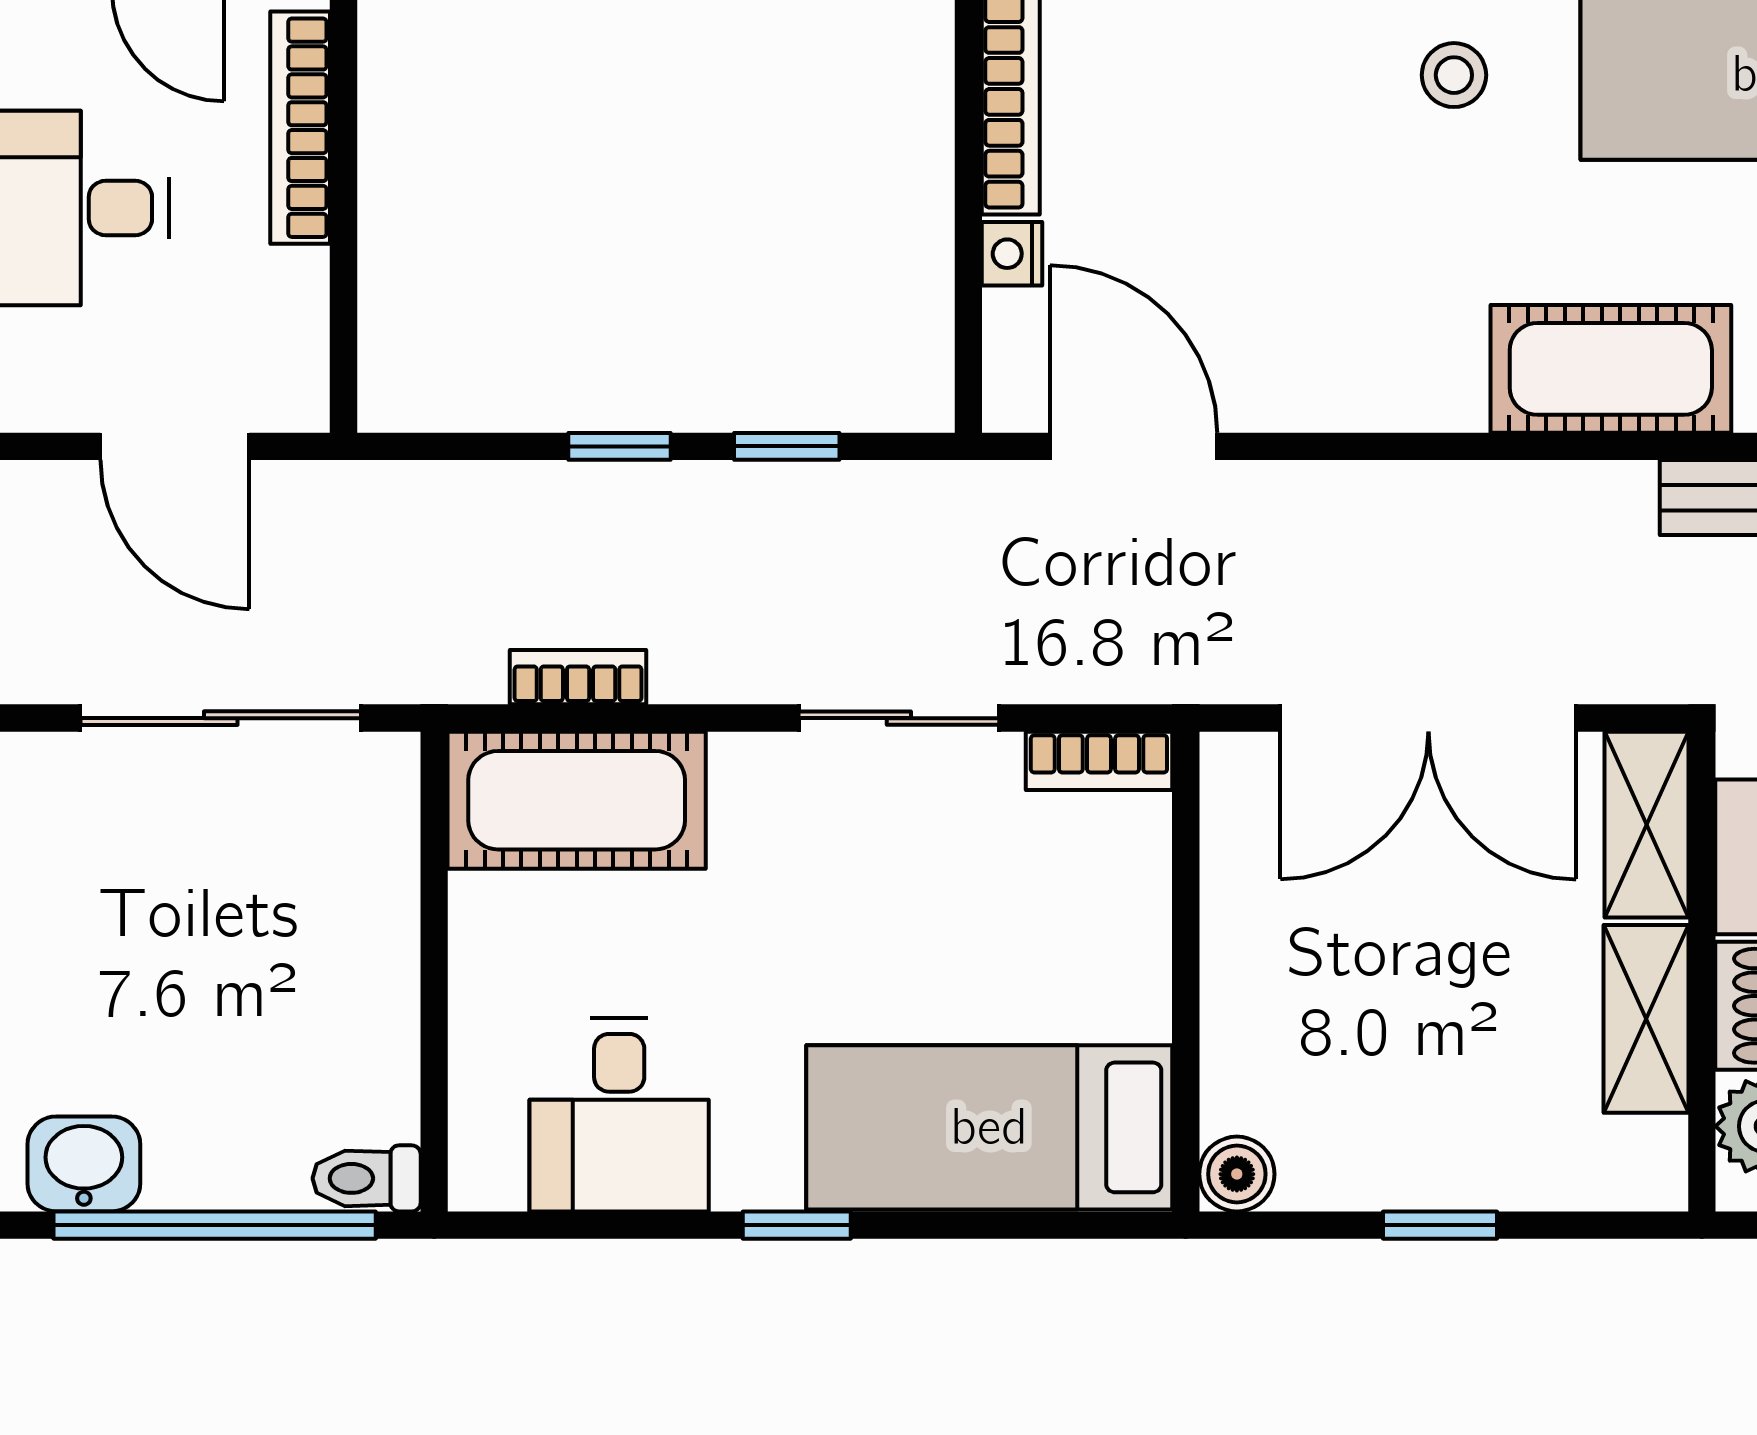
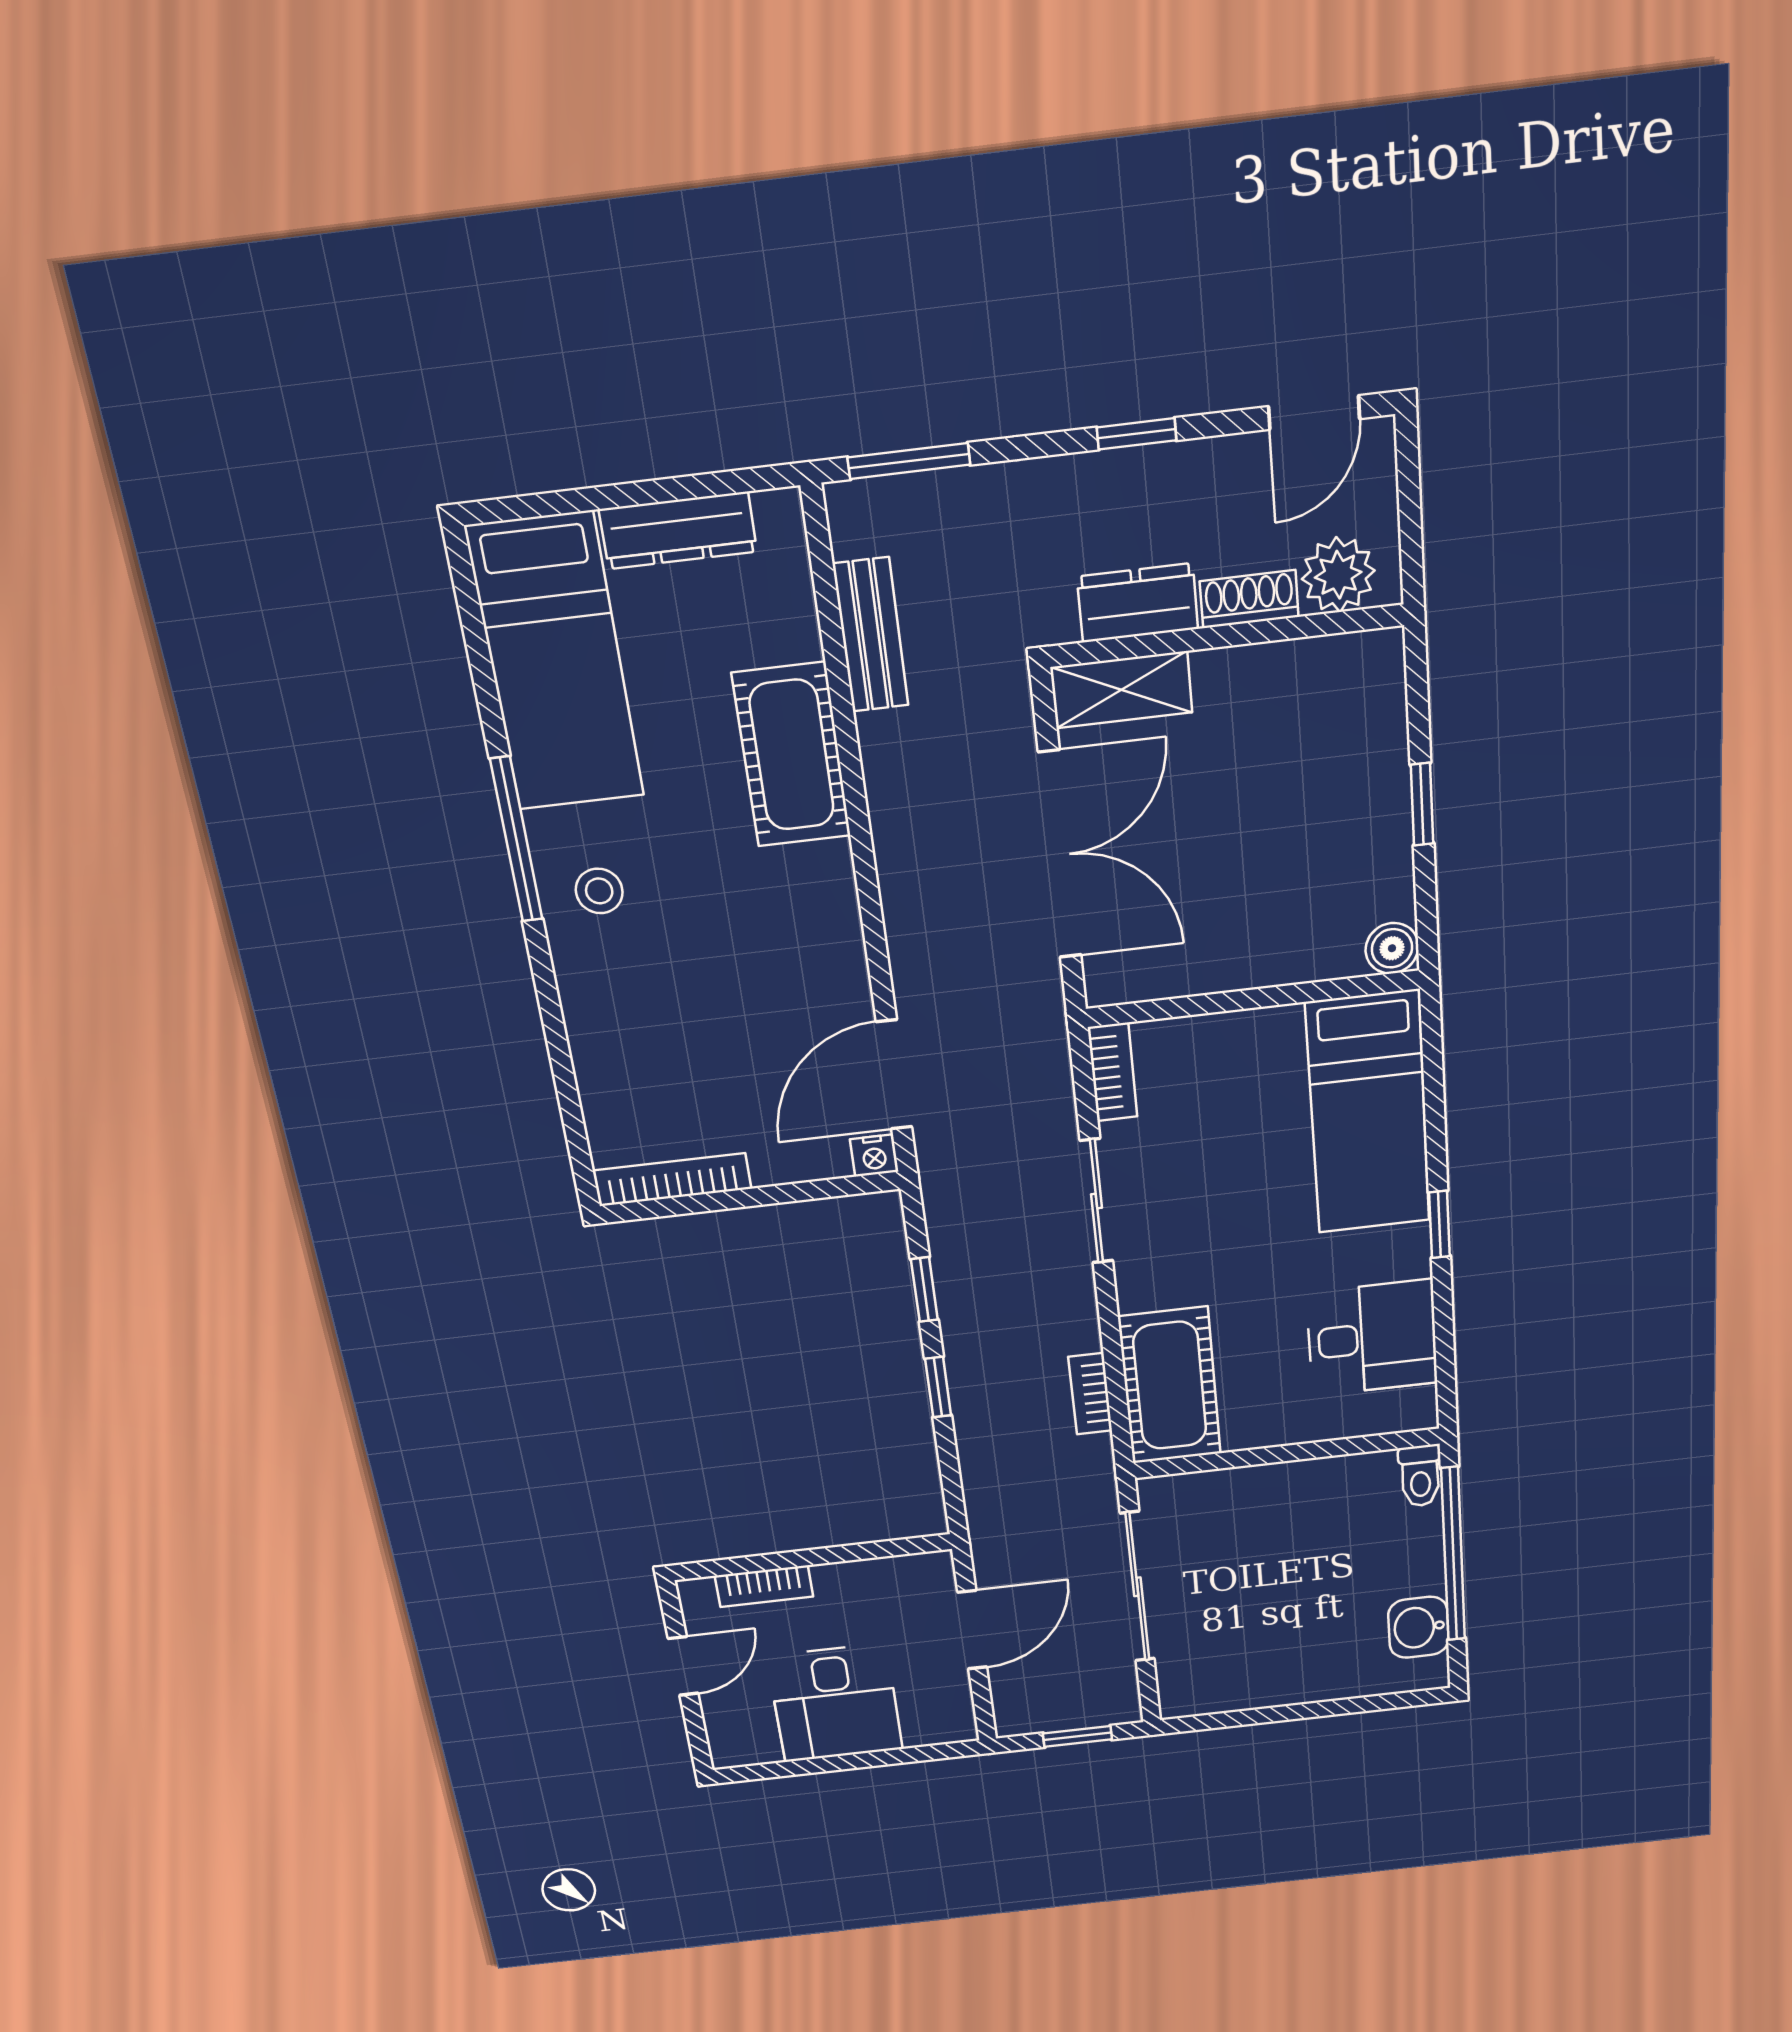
bookcase: (300, 128) -> (764, 1586), width x0.64
nightstand: (1012, 254) -> (874, 1156), moved
shelving: (1646, 1019) -> (1264, 673), removed

